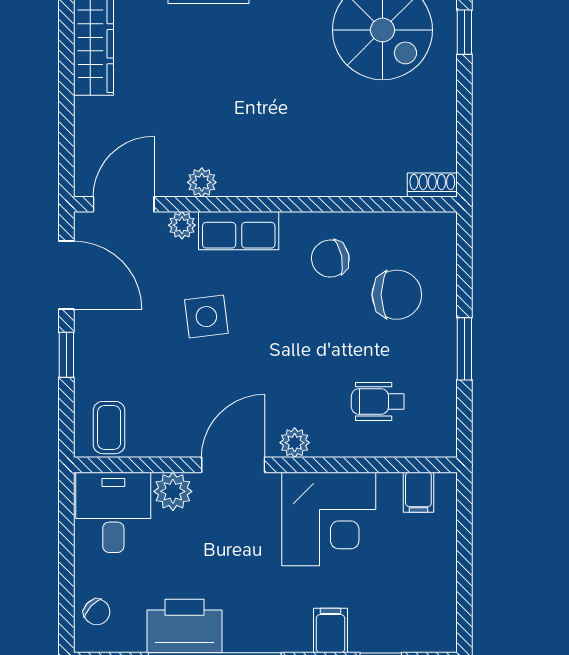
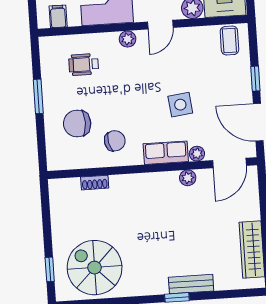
shoe rack: (432, 185) -> (95, 183), moved
wheelchair: (378, 401) -> (84, 64), turned 180
door: (233, 465) -> (160, 25), width x0.73

